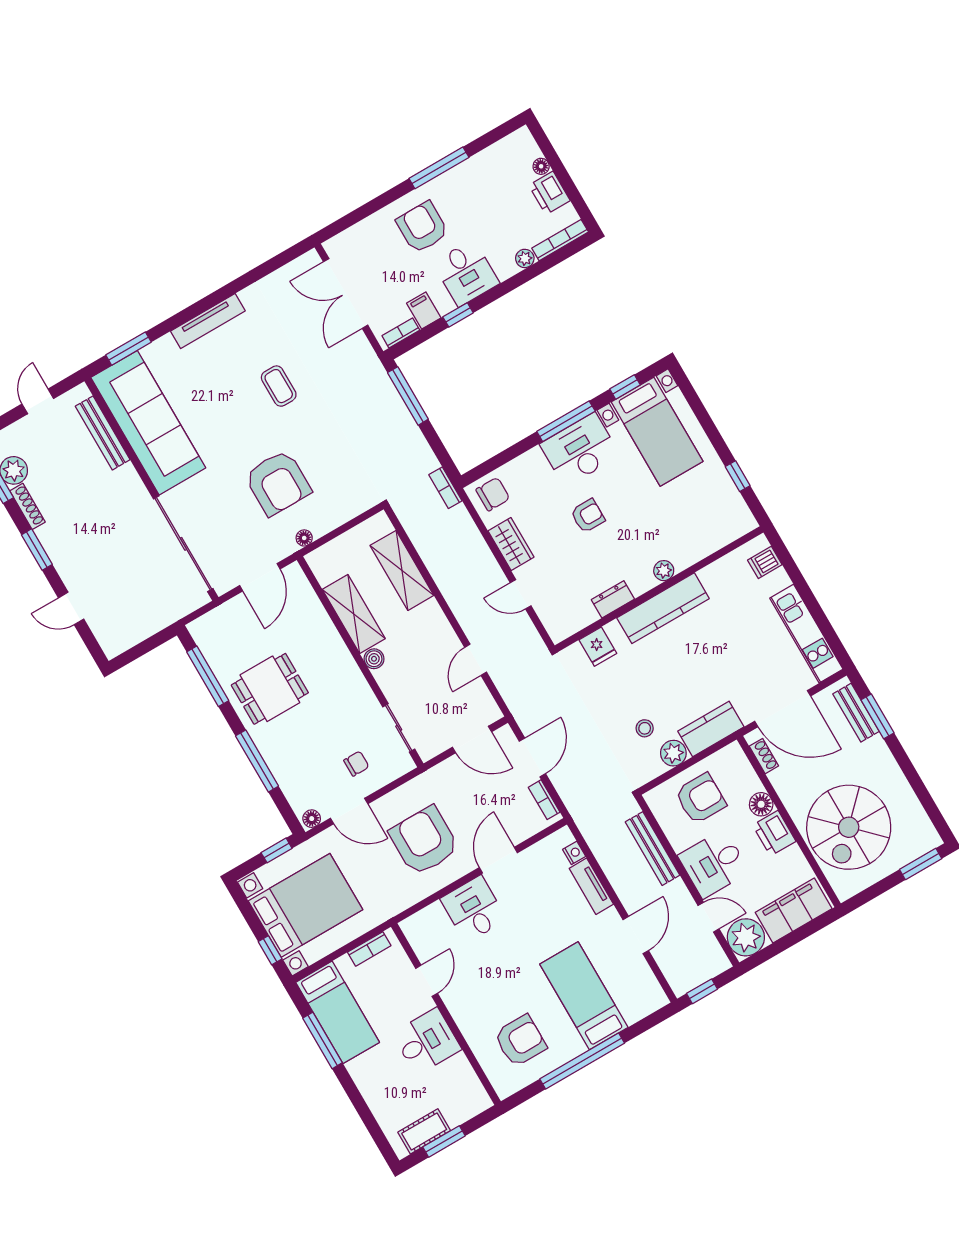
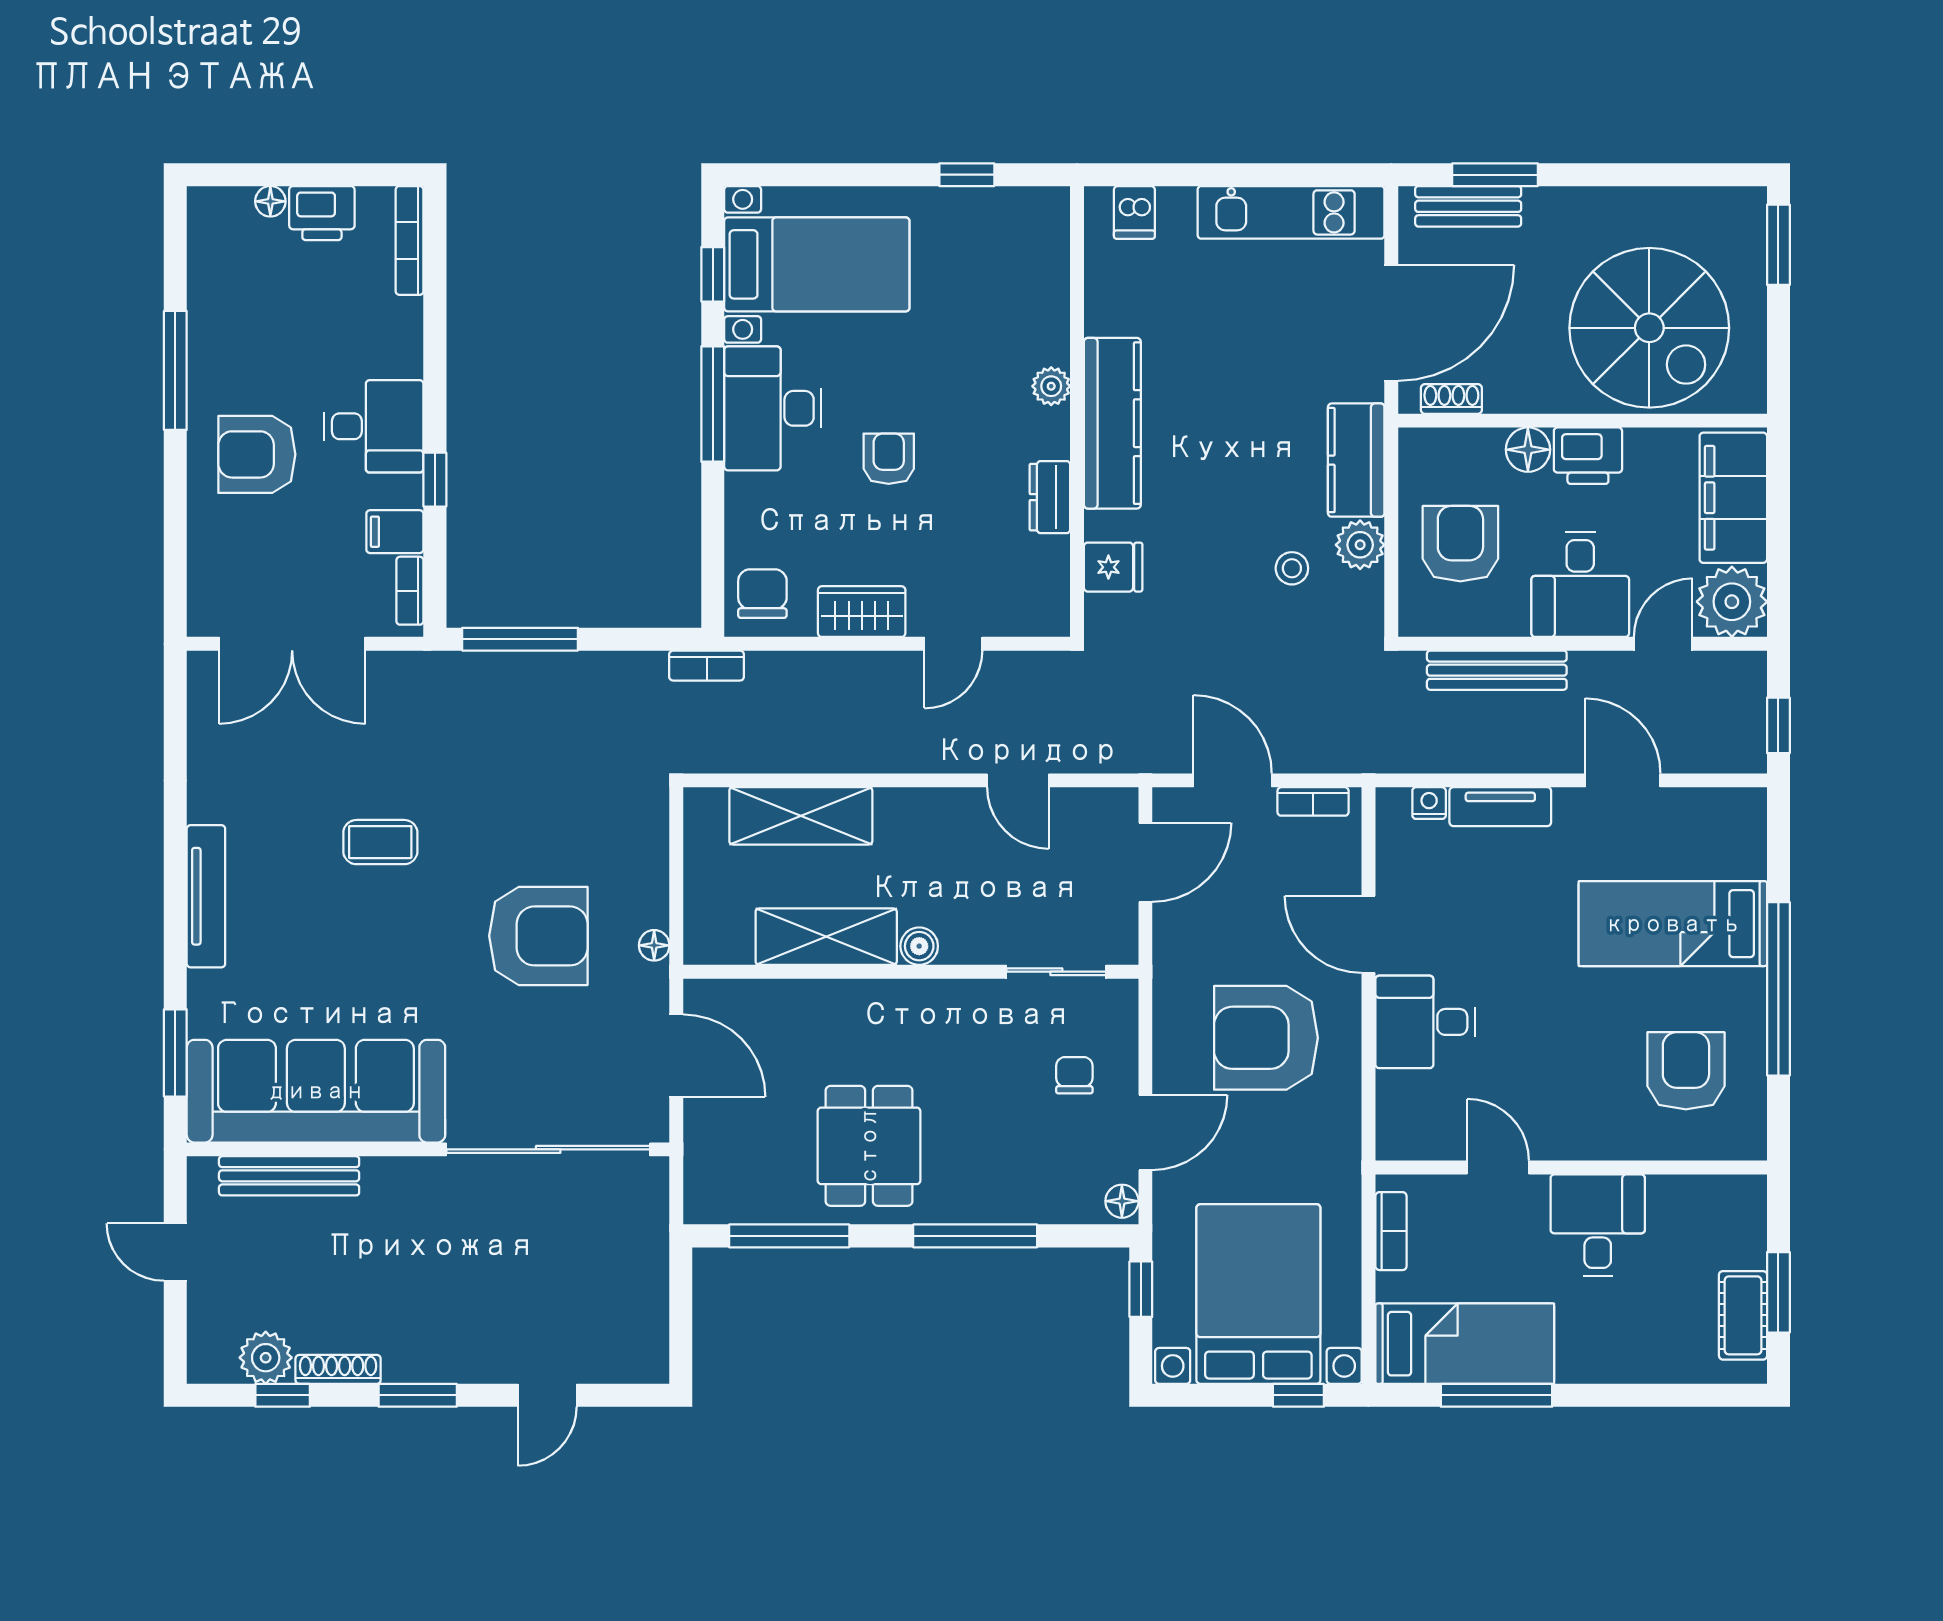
plant: (525, 258) -> (406, 316), removed

